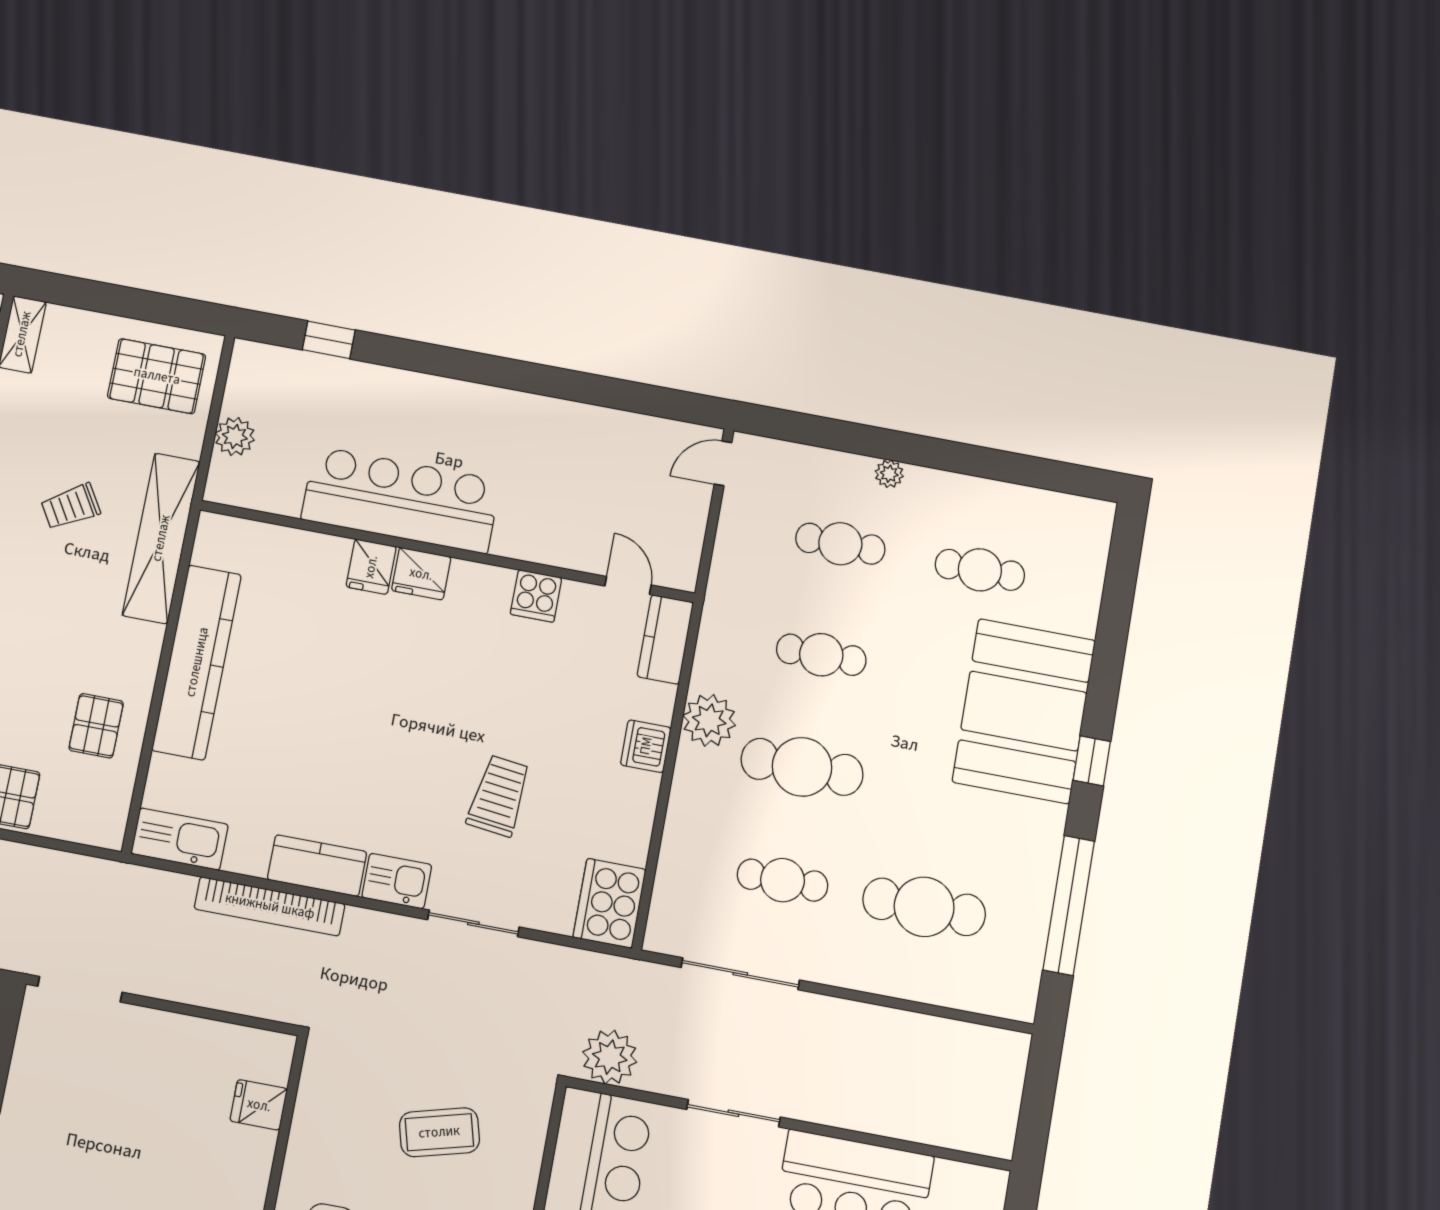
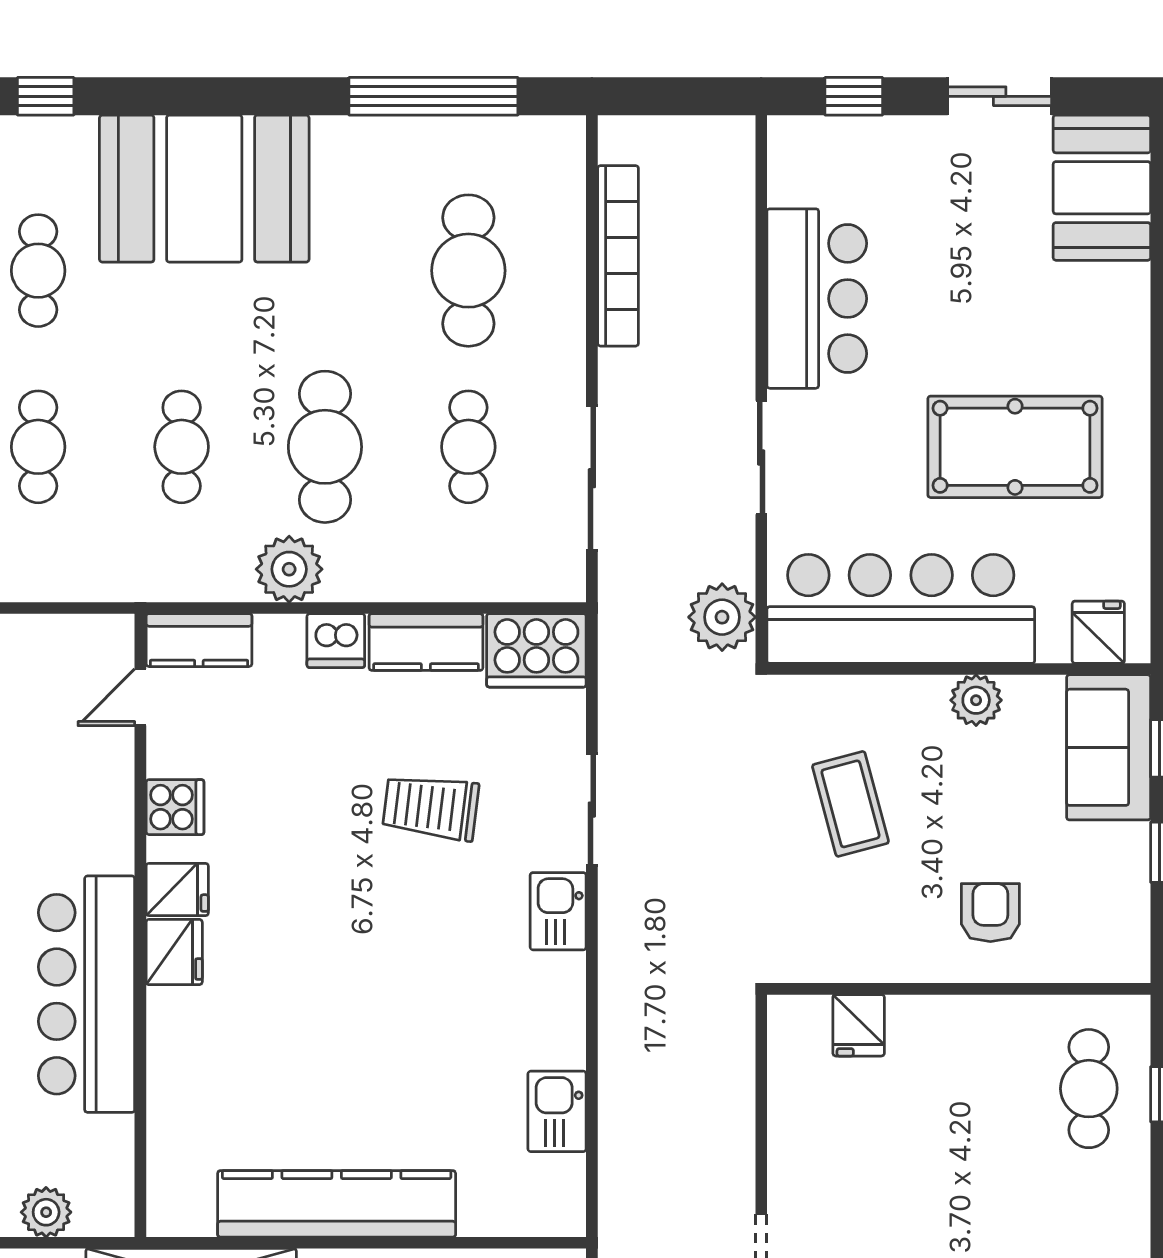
fridge: (371, 567) -> (177, 889), moved
window: (1092, 761) -> (46, 96), moved
kitchen sink: (180, 839) -> (557, 1111), moved, width x0.73
kitchen counter: (317, 866) -> (426, 642), moved, turned -90
bookcase: (270, 906) -> (618, 256), moved

